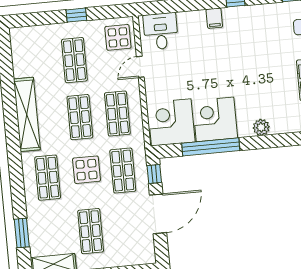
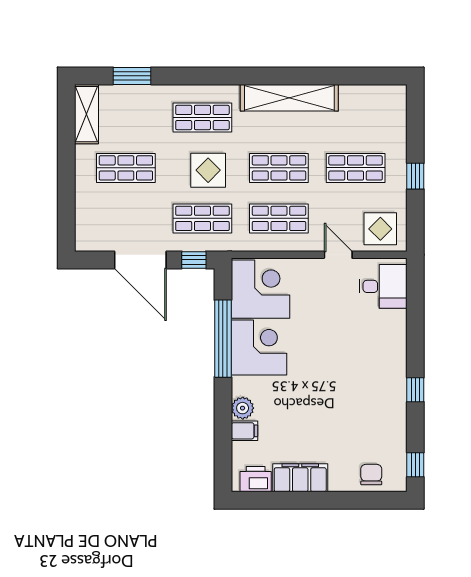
filing cabinet: (214, 18) -> (244, 431), moved, turned 180

